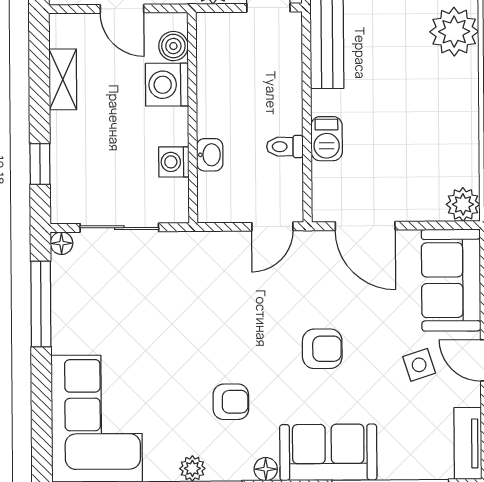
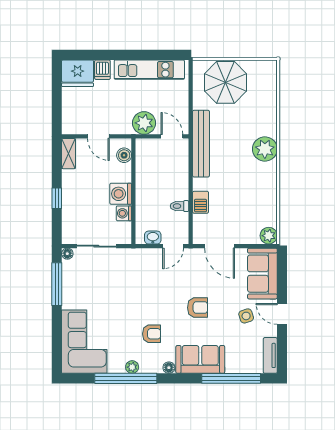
shelving: (63, 79) -> (69, 154), moved
washing machine: (167, 85) -> (121, 194), moved
washbasin: (210, 155) -> (153, 238), moved, turned -90
window: (40, 164) -> (57, 198), moved

